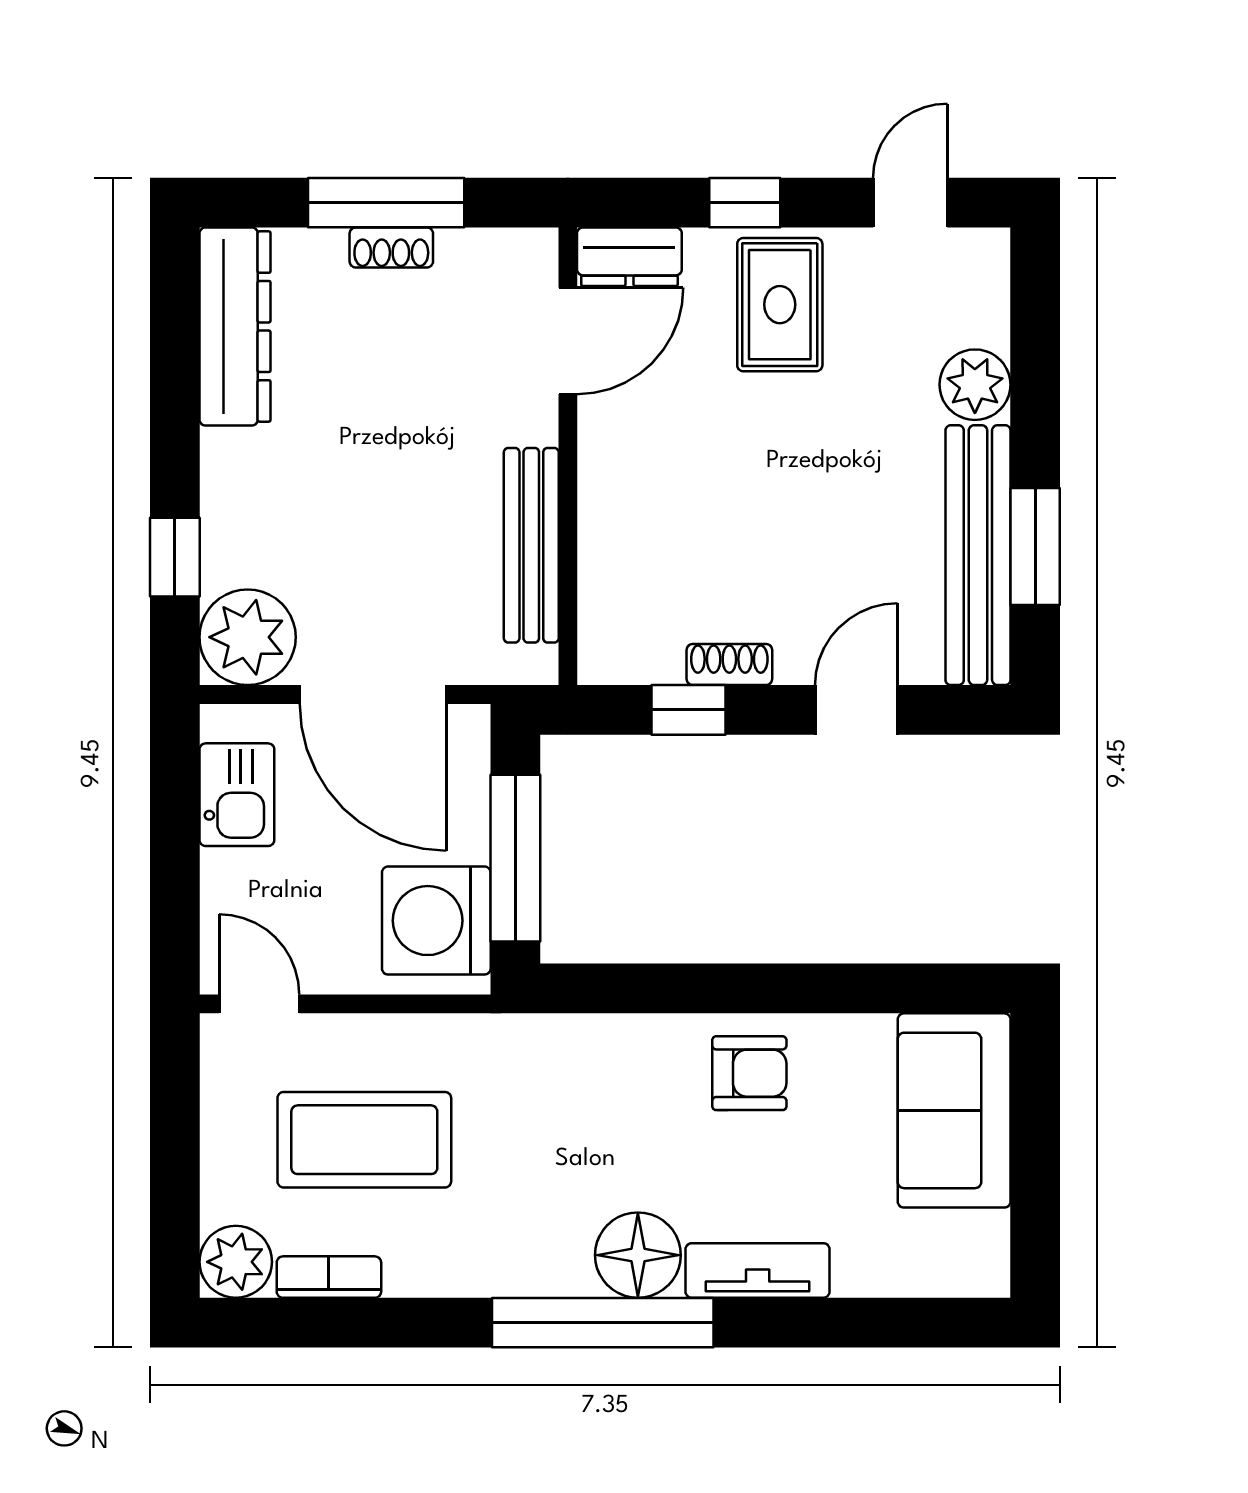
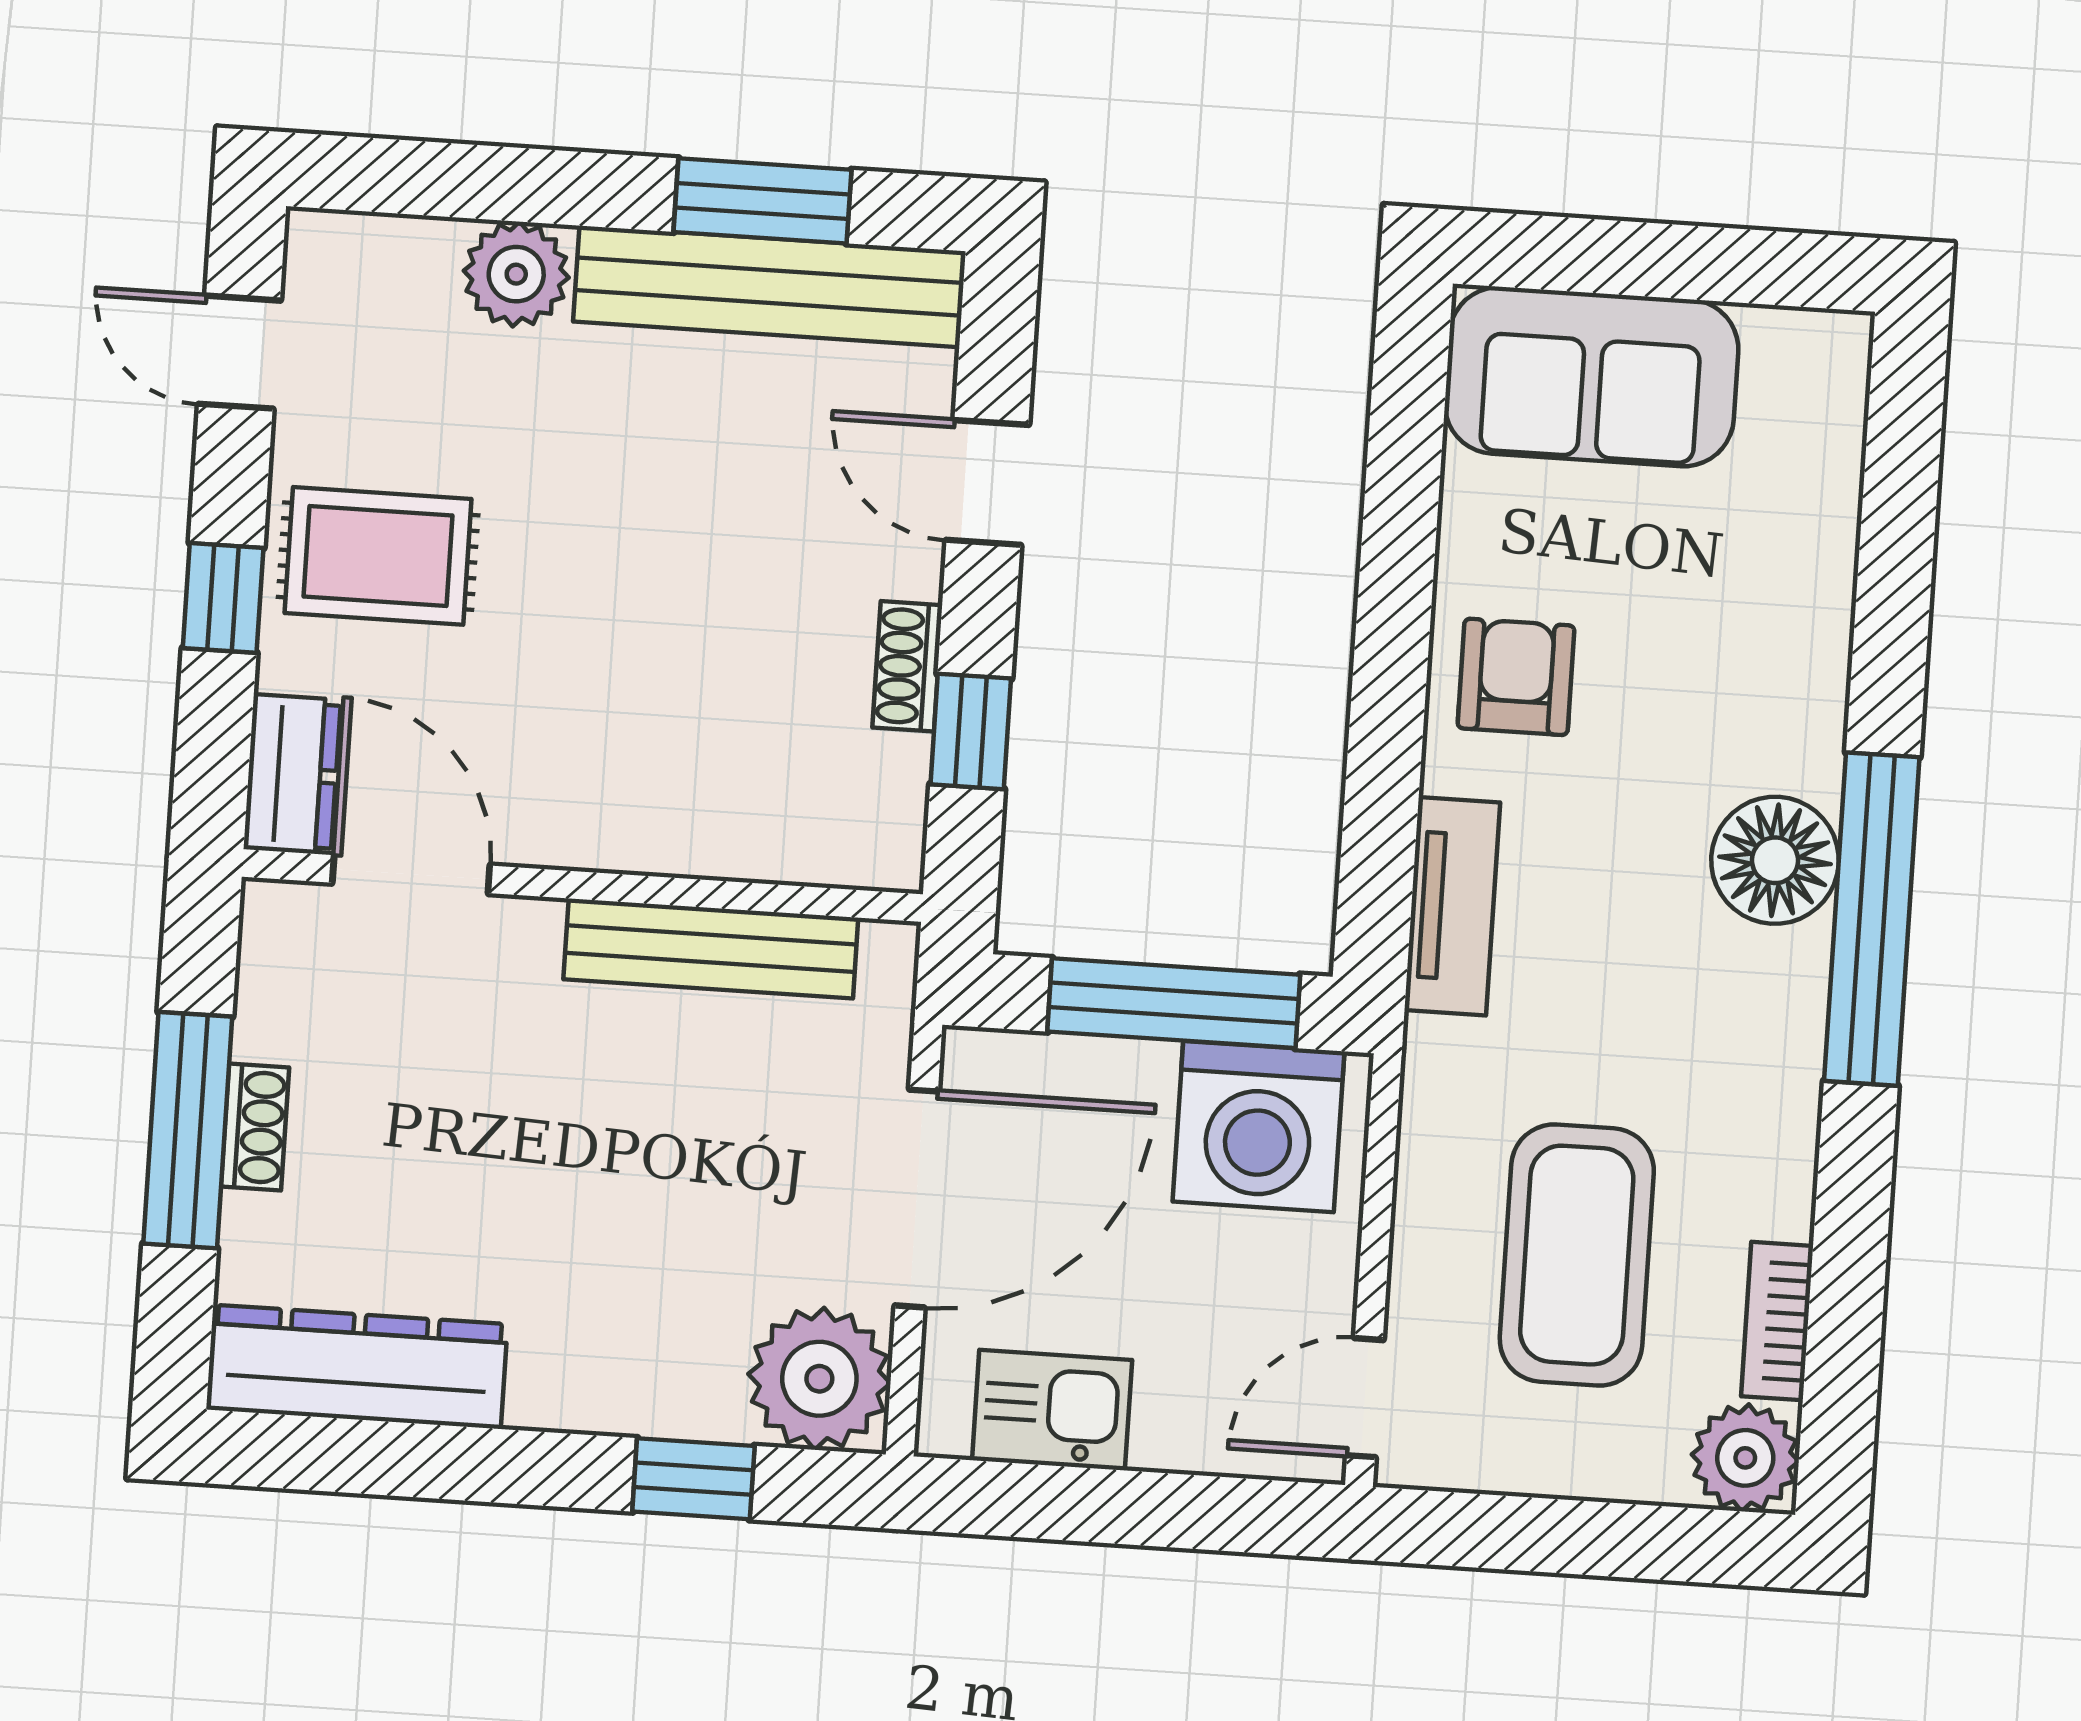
tv unit: (758, 1270) -> (1452, 906), moved, turned 180

